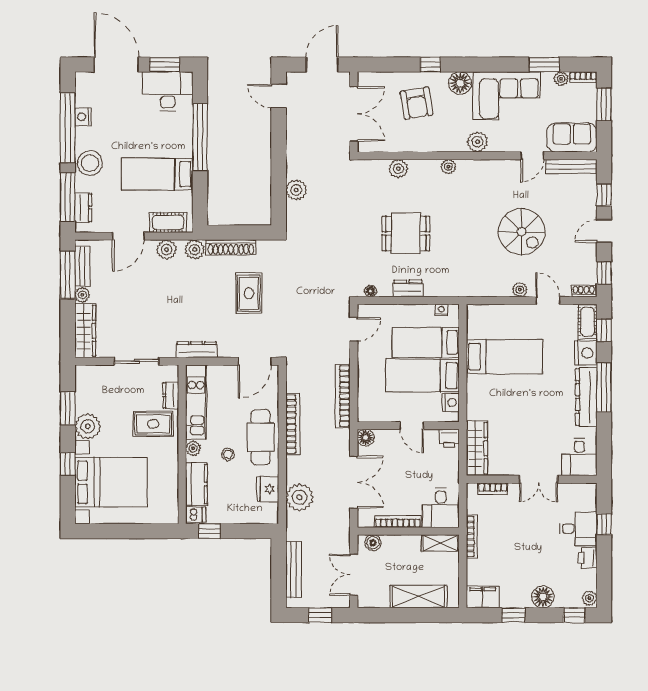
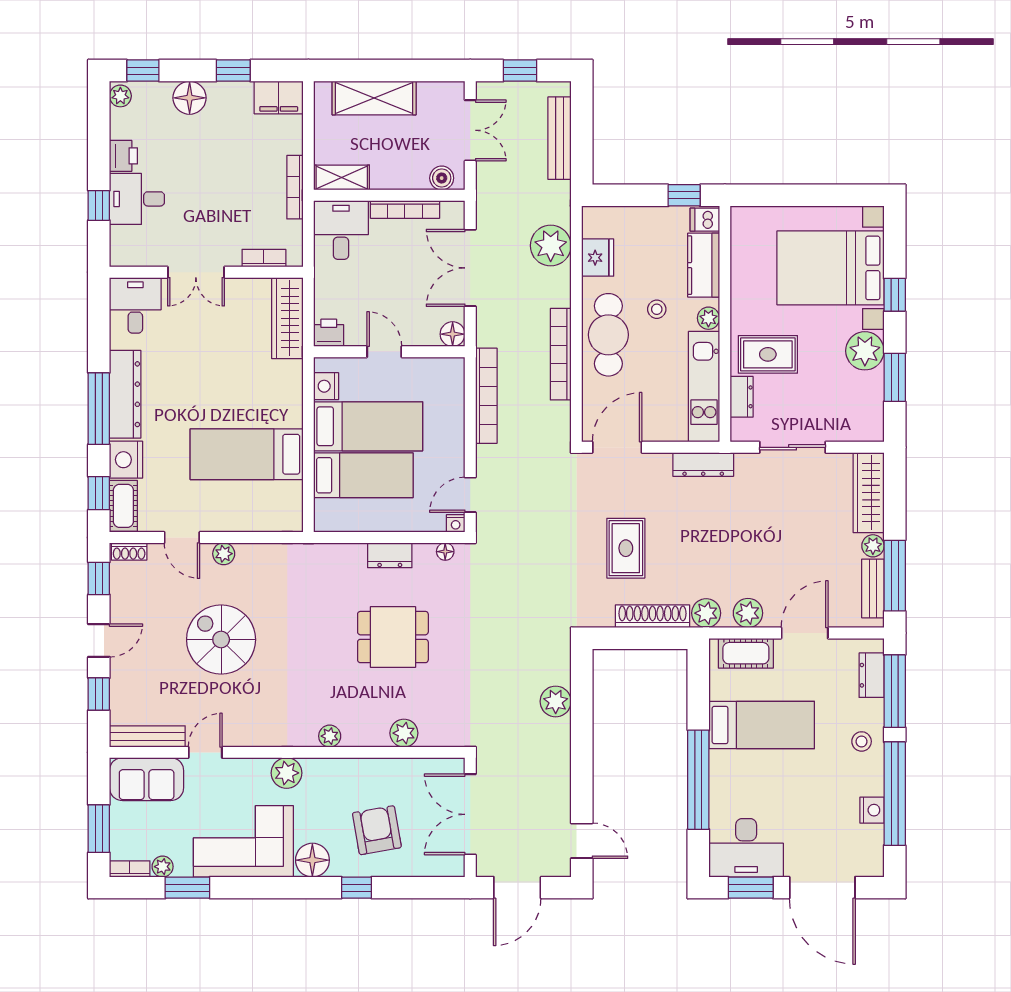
stool: (90, 163) -> (862, 741), width x0.53, depth x0.53
nightstand: (441, 310) -> (456, 523), moved
double door: (539, 479) -> (196, 272), swing flipped

